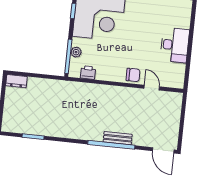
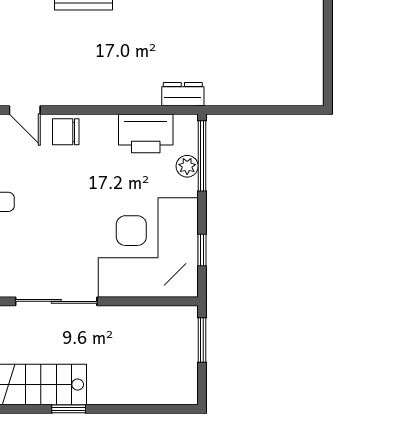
printer: (88, 73) -> (146, 133), width x1.87, depth x1.48
dresser: (16, 81) -> (183, 94), moved

